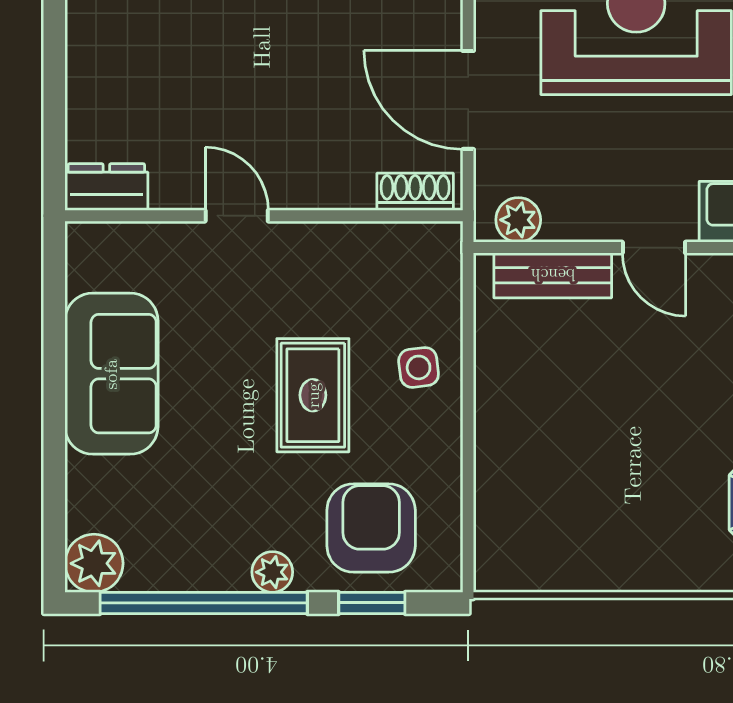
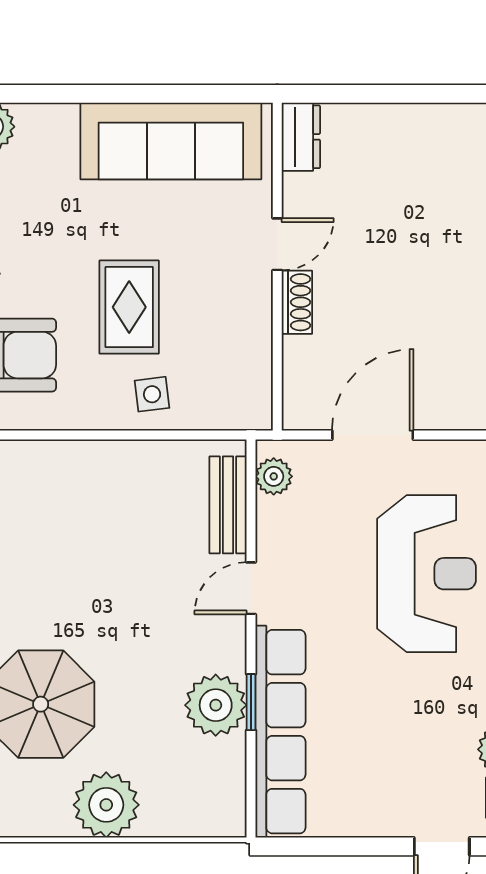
shoe rack: (415, 192) -> (297, 302), moved
sofa: (111, 374) -> (171, 141), width x1.36
rug: (313, 395) -> (129, 307), turned 90

